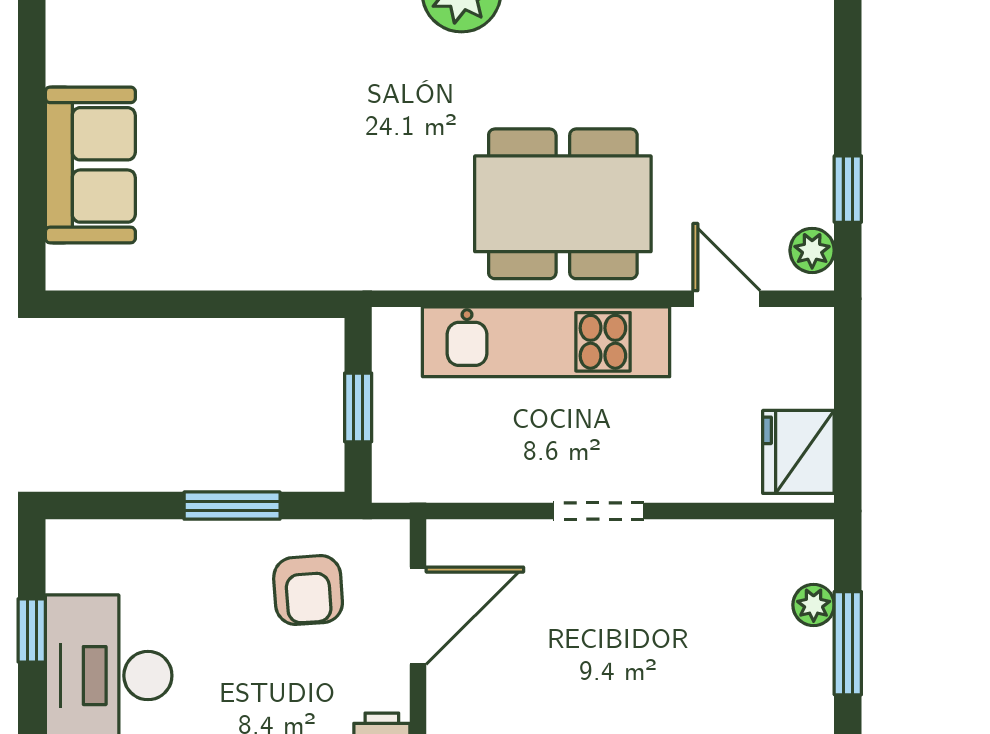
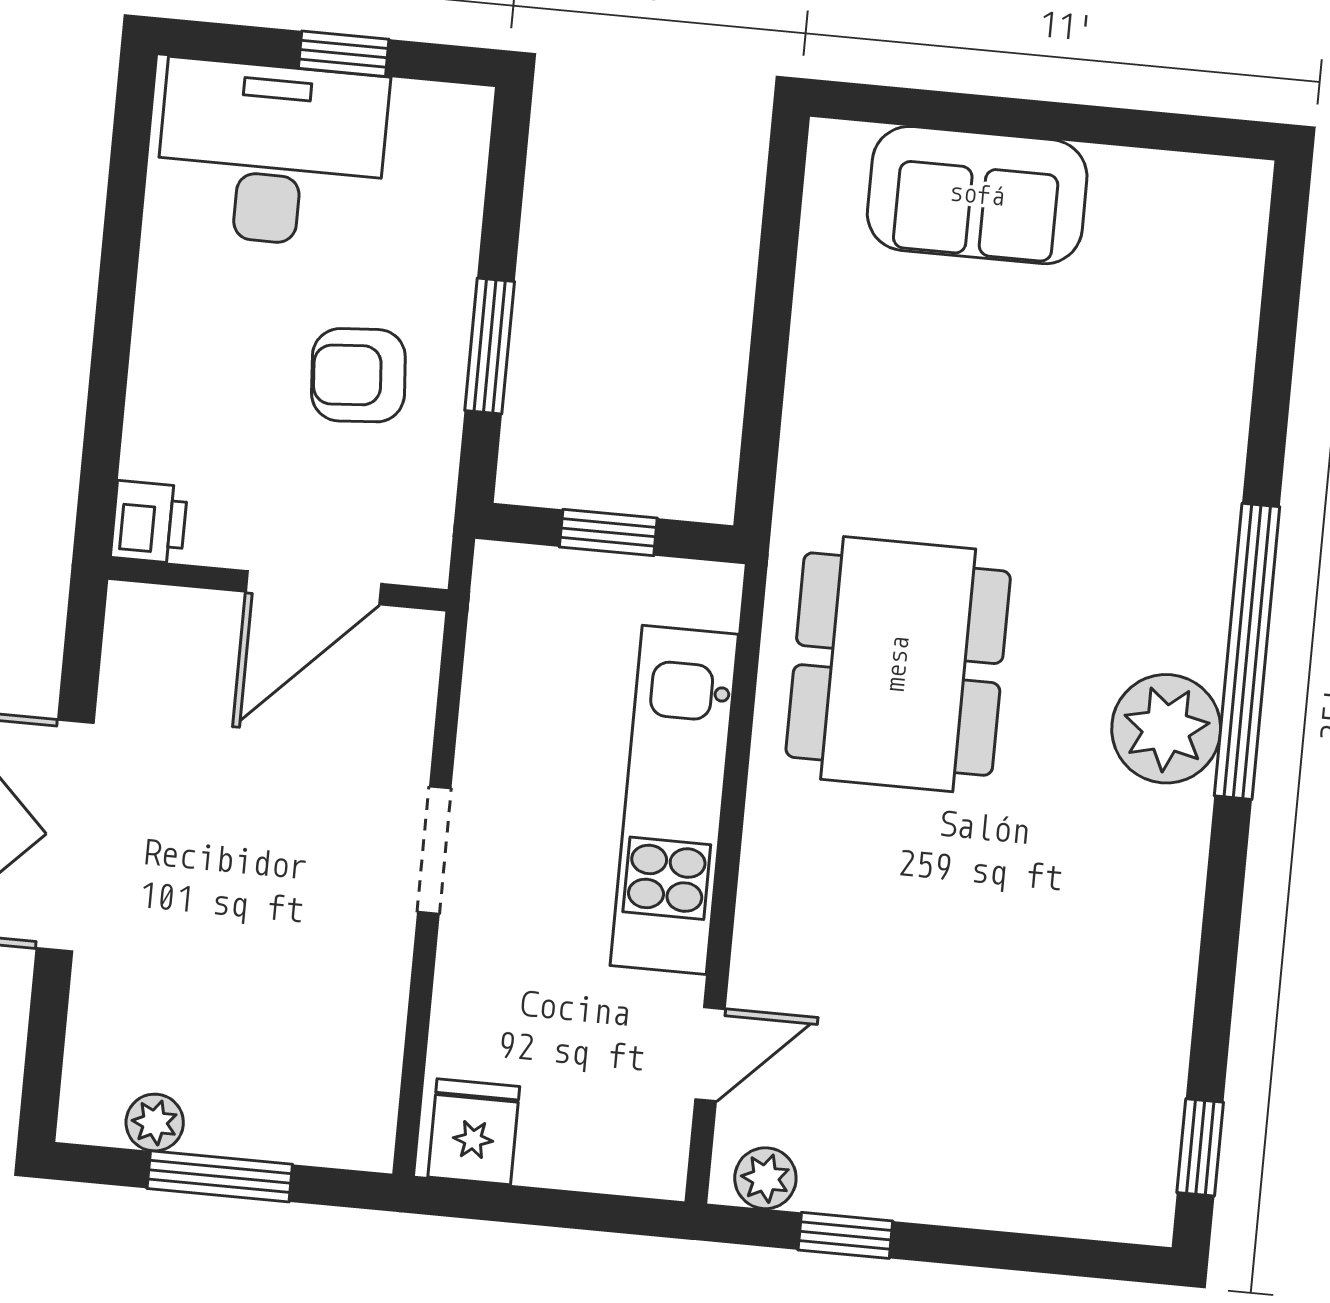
dining table: (563, 204) -> (898, 664), moved
fridge: (798, 452) -> (474, 1132), width x0.72
armchair: (308, 590) -> (358, 375), moved
plant: (814, 605) -> (155, 1123), moved
door: (418, 616) -> (313, 588), hinge flipped

